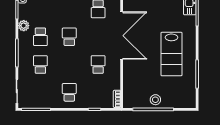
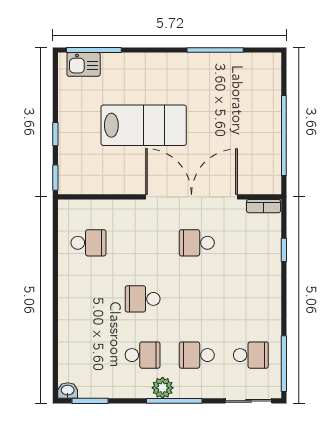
plant: (24, 26) -> (163, 388), moved
double door: (122, 36) -> (192, 197), moved
lab bench: (171, 54) -> (144, 125), moved
school desk: (69, 92) -> (251, 355), moved, turned 180
stool: (155, 100) -> (265, 131), removed

